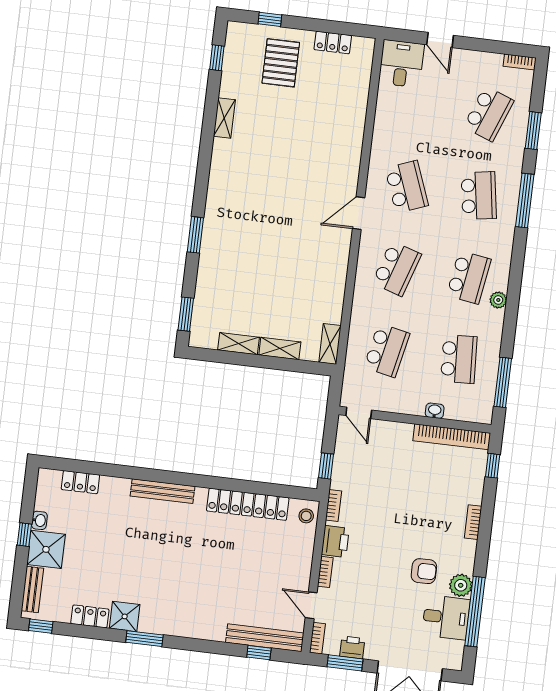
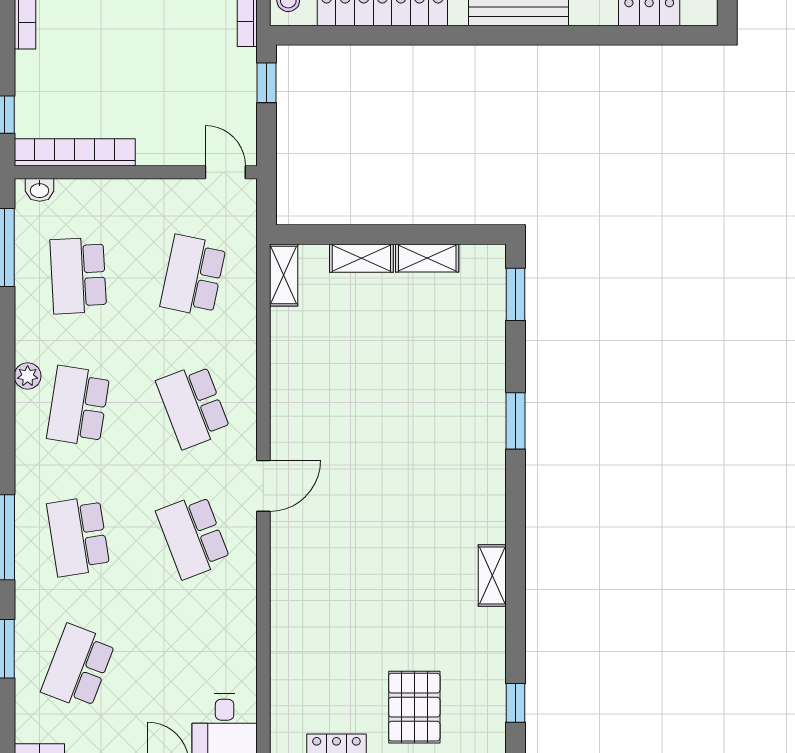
shelving: (224, 118) -> (492, 576), moved
school desk: (397, 269) -> (193, 406), turned -39
washbasin: (435, 411) -> (40, 190), moved

